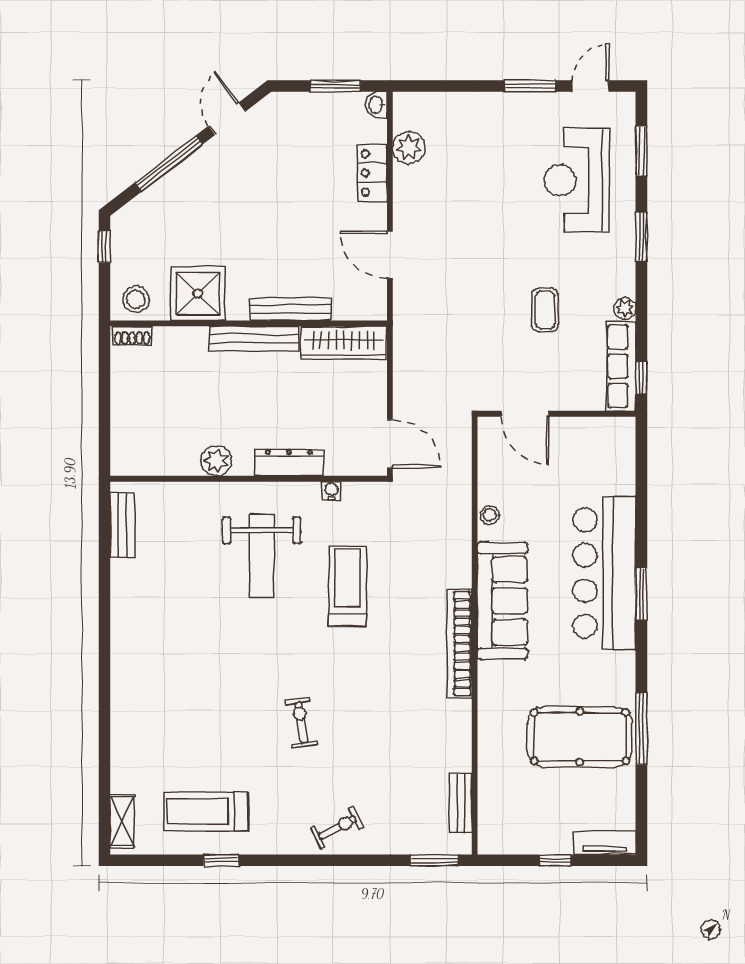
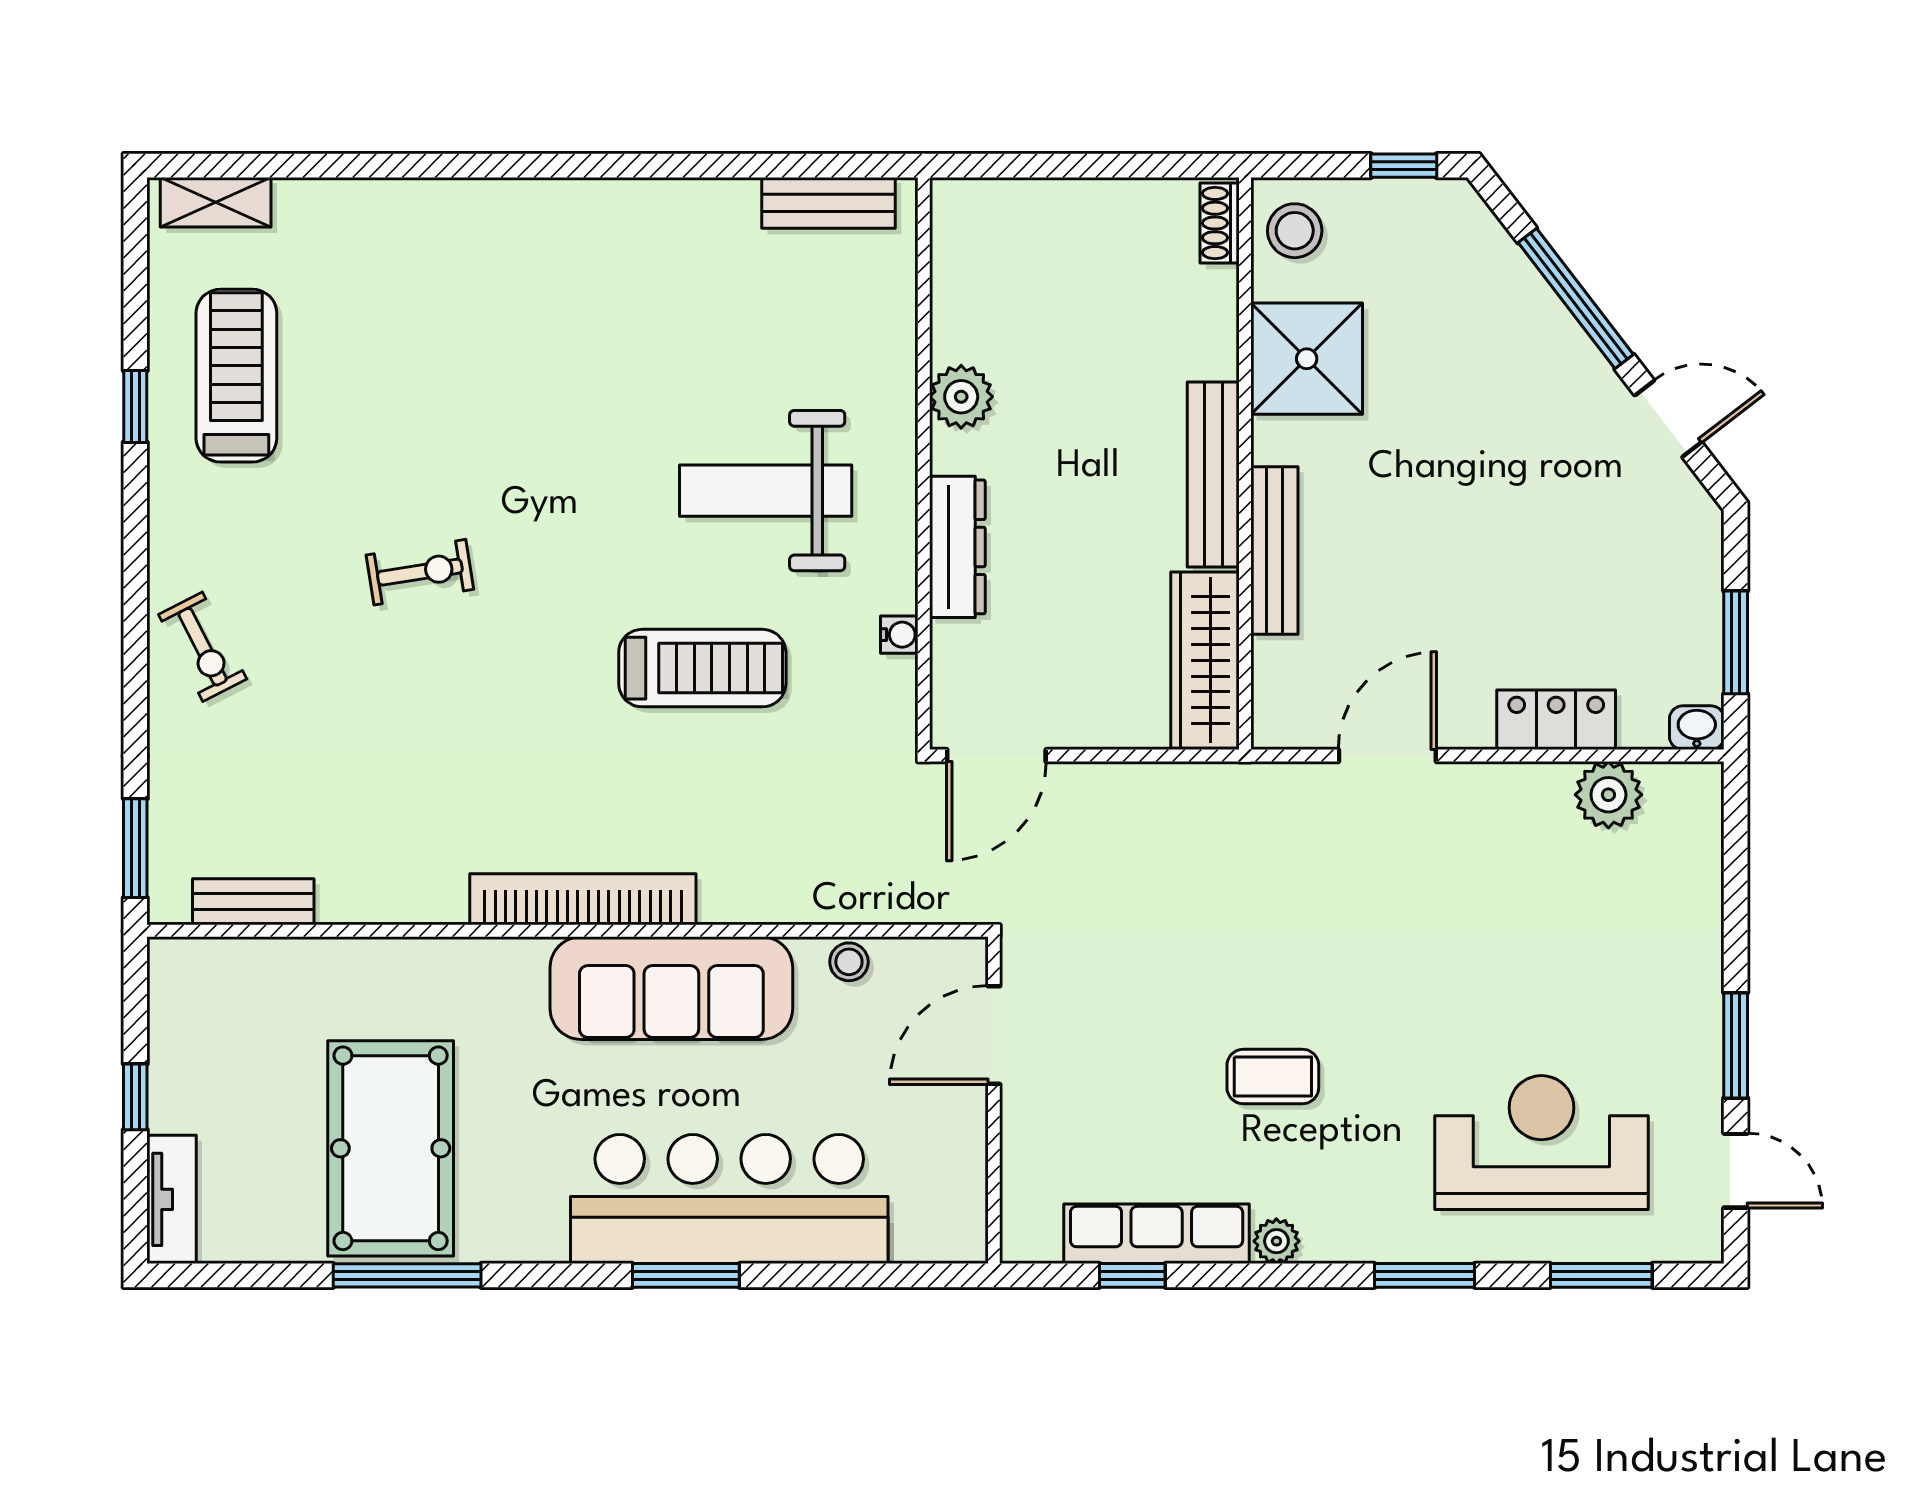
door: (525, 414) -> (994, 1035), moved
wall: (557, 414) -> (994, 1100), moved

